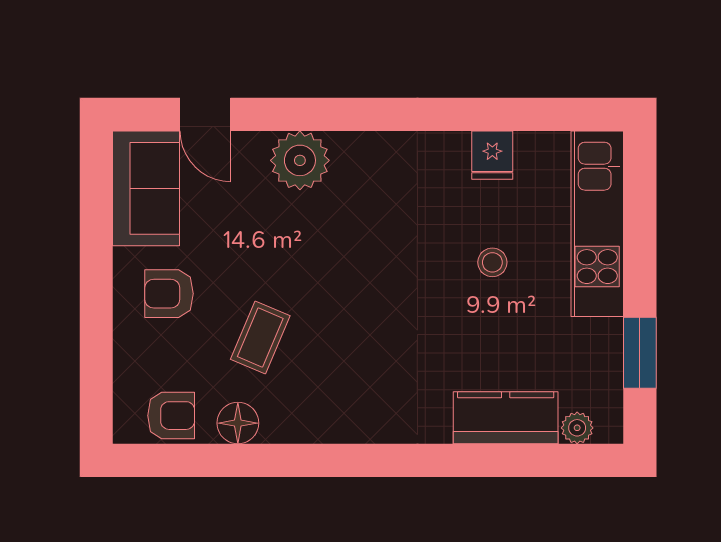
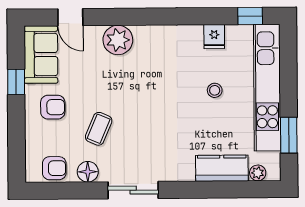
window: (564, 114) -> (250, 16), added
kitchen unit: (597, 224) -> (267, 88), width x1.36
window: (96, 243) -> (16, 82), added
armchair: (169, 294) -> (53, 107), turned 180
sliding door: (328, 460) -> (133, 190), added

